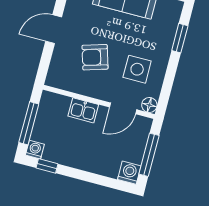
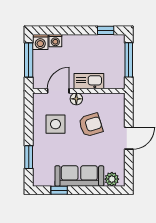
floor lamp: (149, 105) -> (76, 99), moved
kitchen sink: (83, 110) -> (89, 81), width x1.38
washing machine: (35, 150) -> (55, 41), moved

